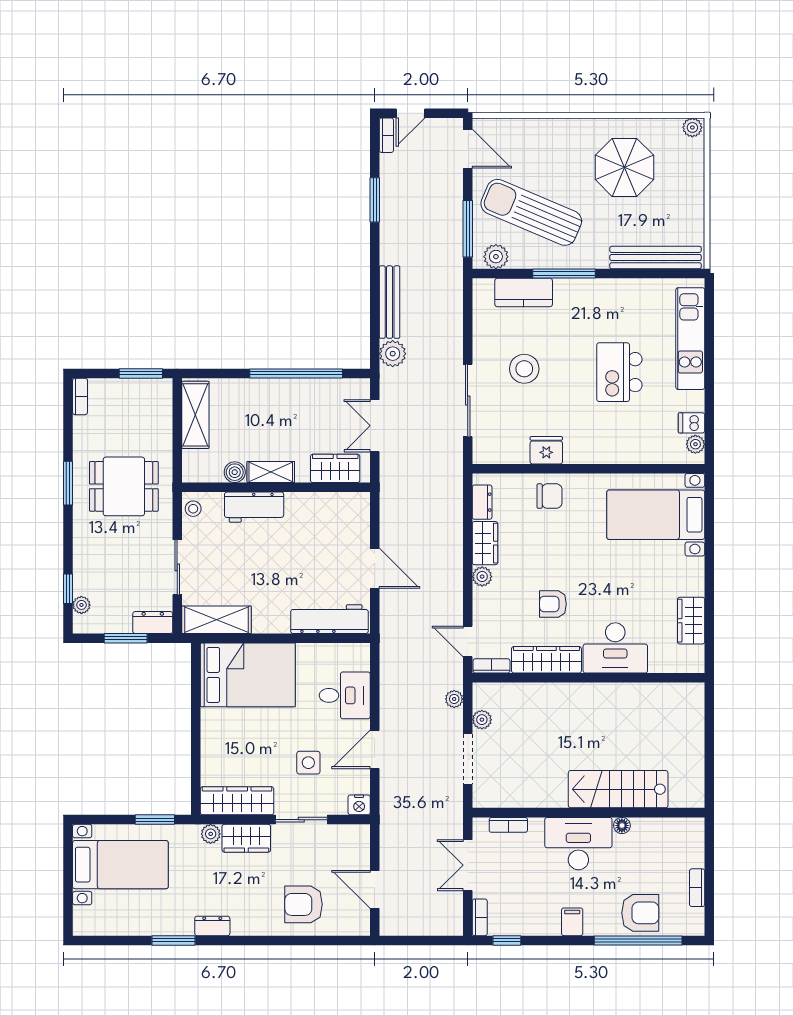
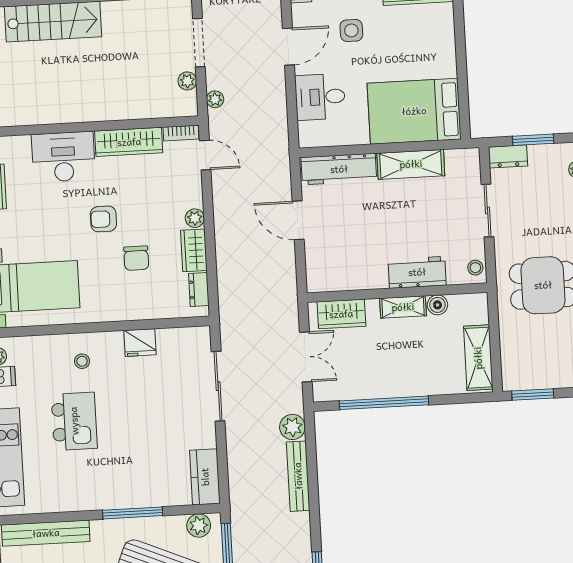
kitchen counter: (524, 292) -> (205, 477), moved, turned -90
stool: (524, 369) -> (82, 361), moved, width x0.53, depth x0.53
chair: (550, 496) -> (136, 258), moved, turned -90
armchair: (553, 604) -> (103, 219), moved, turned 180
shelving: (217, 620) -> (411, 164), moved

